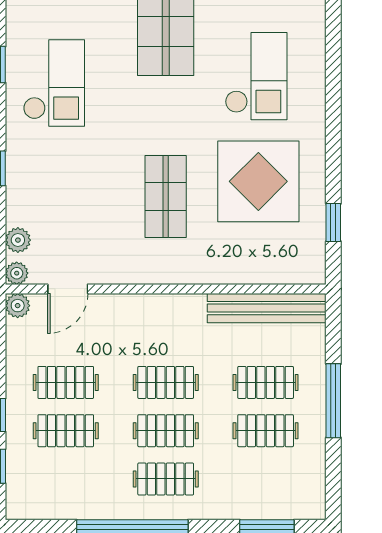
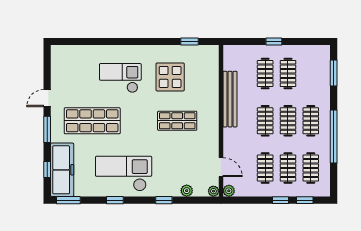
checkout: (54, 83) -> (124, 174), width x1.36, depth x1.21
display table: (258, 181) -> (170, 77), width x0.73, depth x0.73
plant: (18, 240) -> (187, 191), moved
bench: (267, 308) -> (230, 99), moved
window: (333, 401) -> (274, 41), width x0.46
clothes rail: (66, 479) -> (311, 168), added

